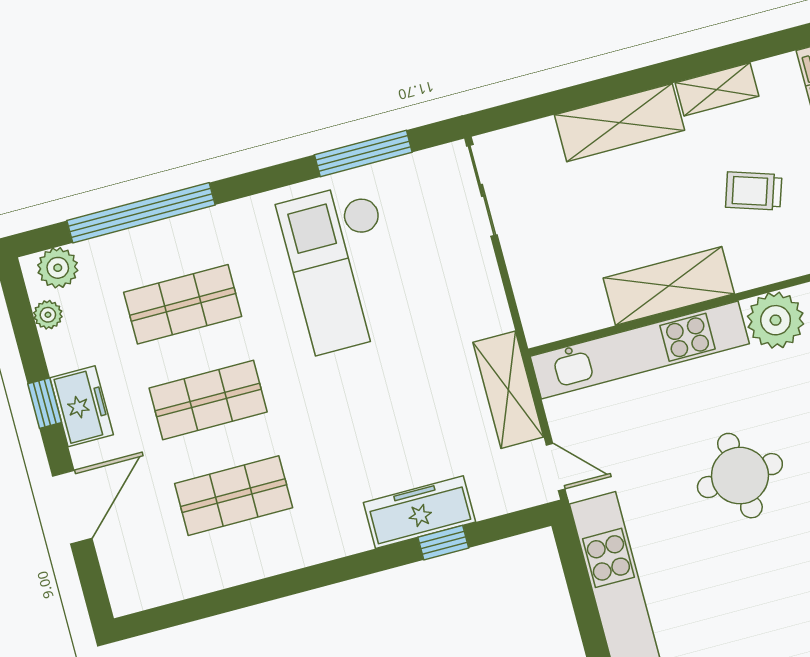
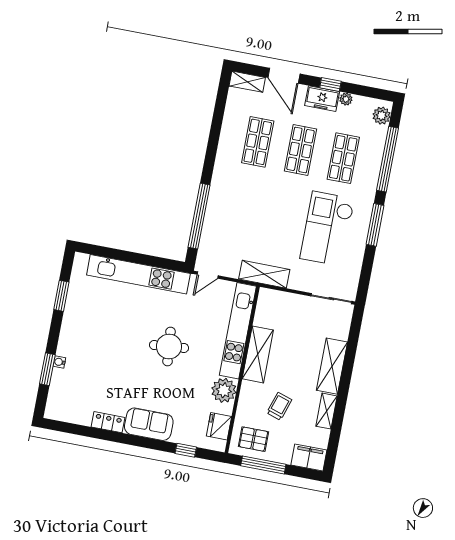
window: (363, 154) -> (375, 225), moved
checkout: (343, 268) -> (327, 229), turned -90
plant: (48, 315) -> (346, 99), moved
shelving: (508, 390) -> (264, 274), moved
freezer: (419, 512) -> (216, 212), removed
window: (443, 543) -> (199, 216), width x3.17
shelving: (121, 576) -> (247, 82), added

